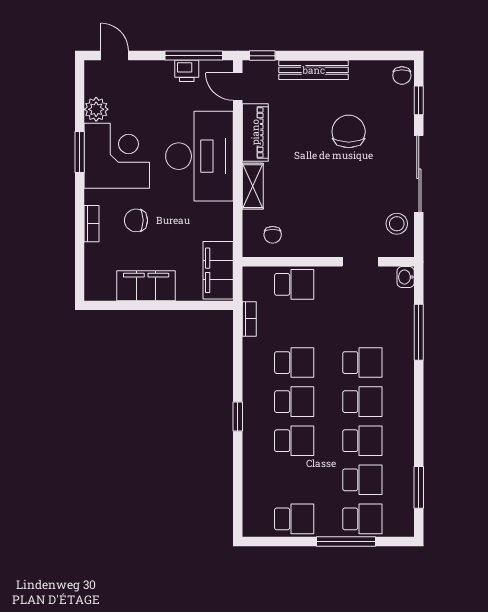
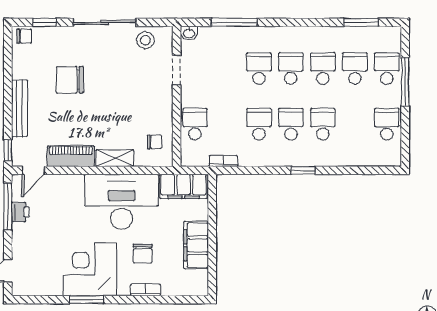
plant: (96, 109) -> (52, 286), removed
desk: (199, 156) -> (122, 202), moved

